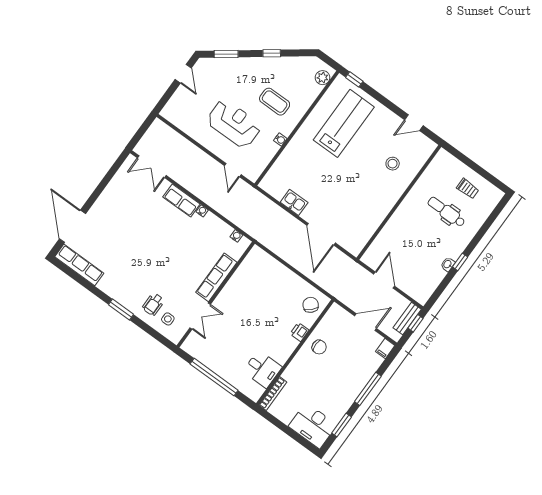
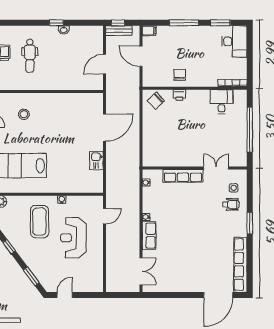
coffee table: (275, 102) -> (39, 222), width x1.36, depth x1.32
row of seats: (79, 265) -> (240, 265), width x1.36

